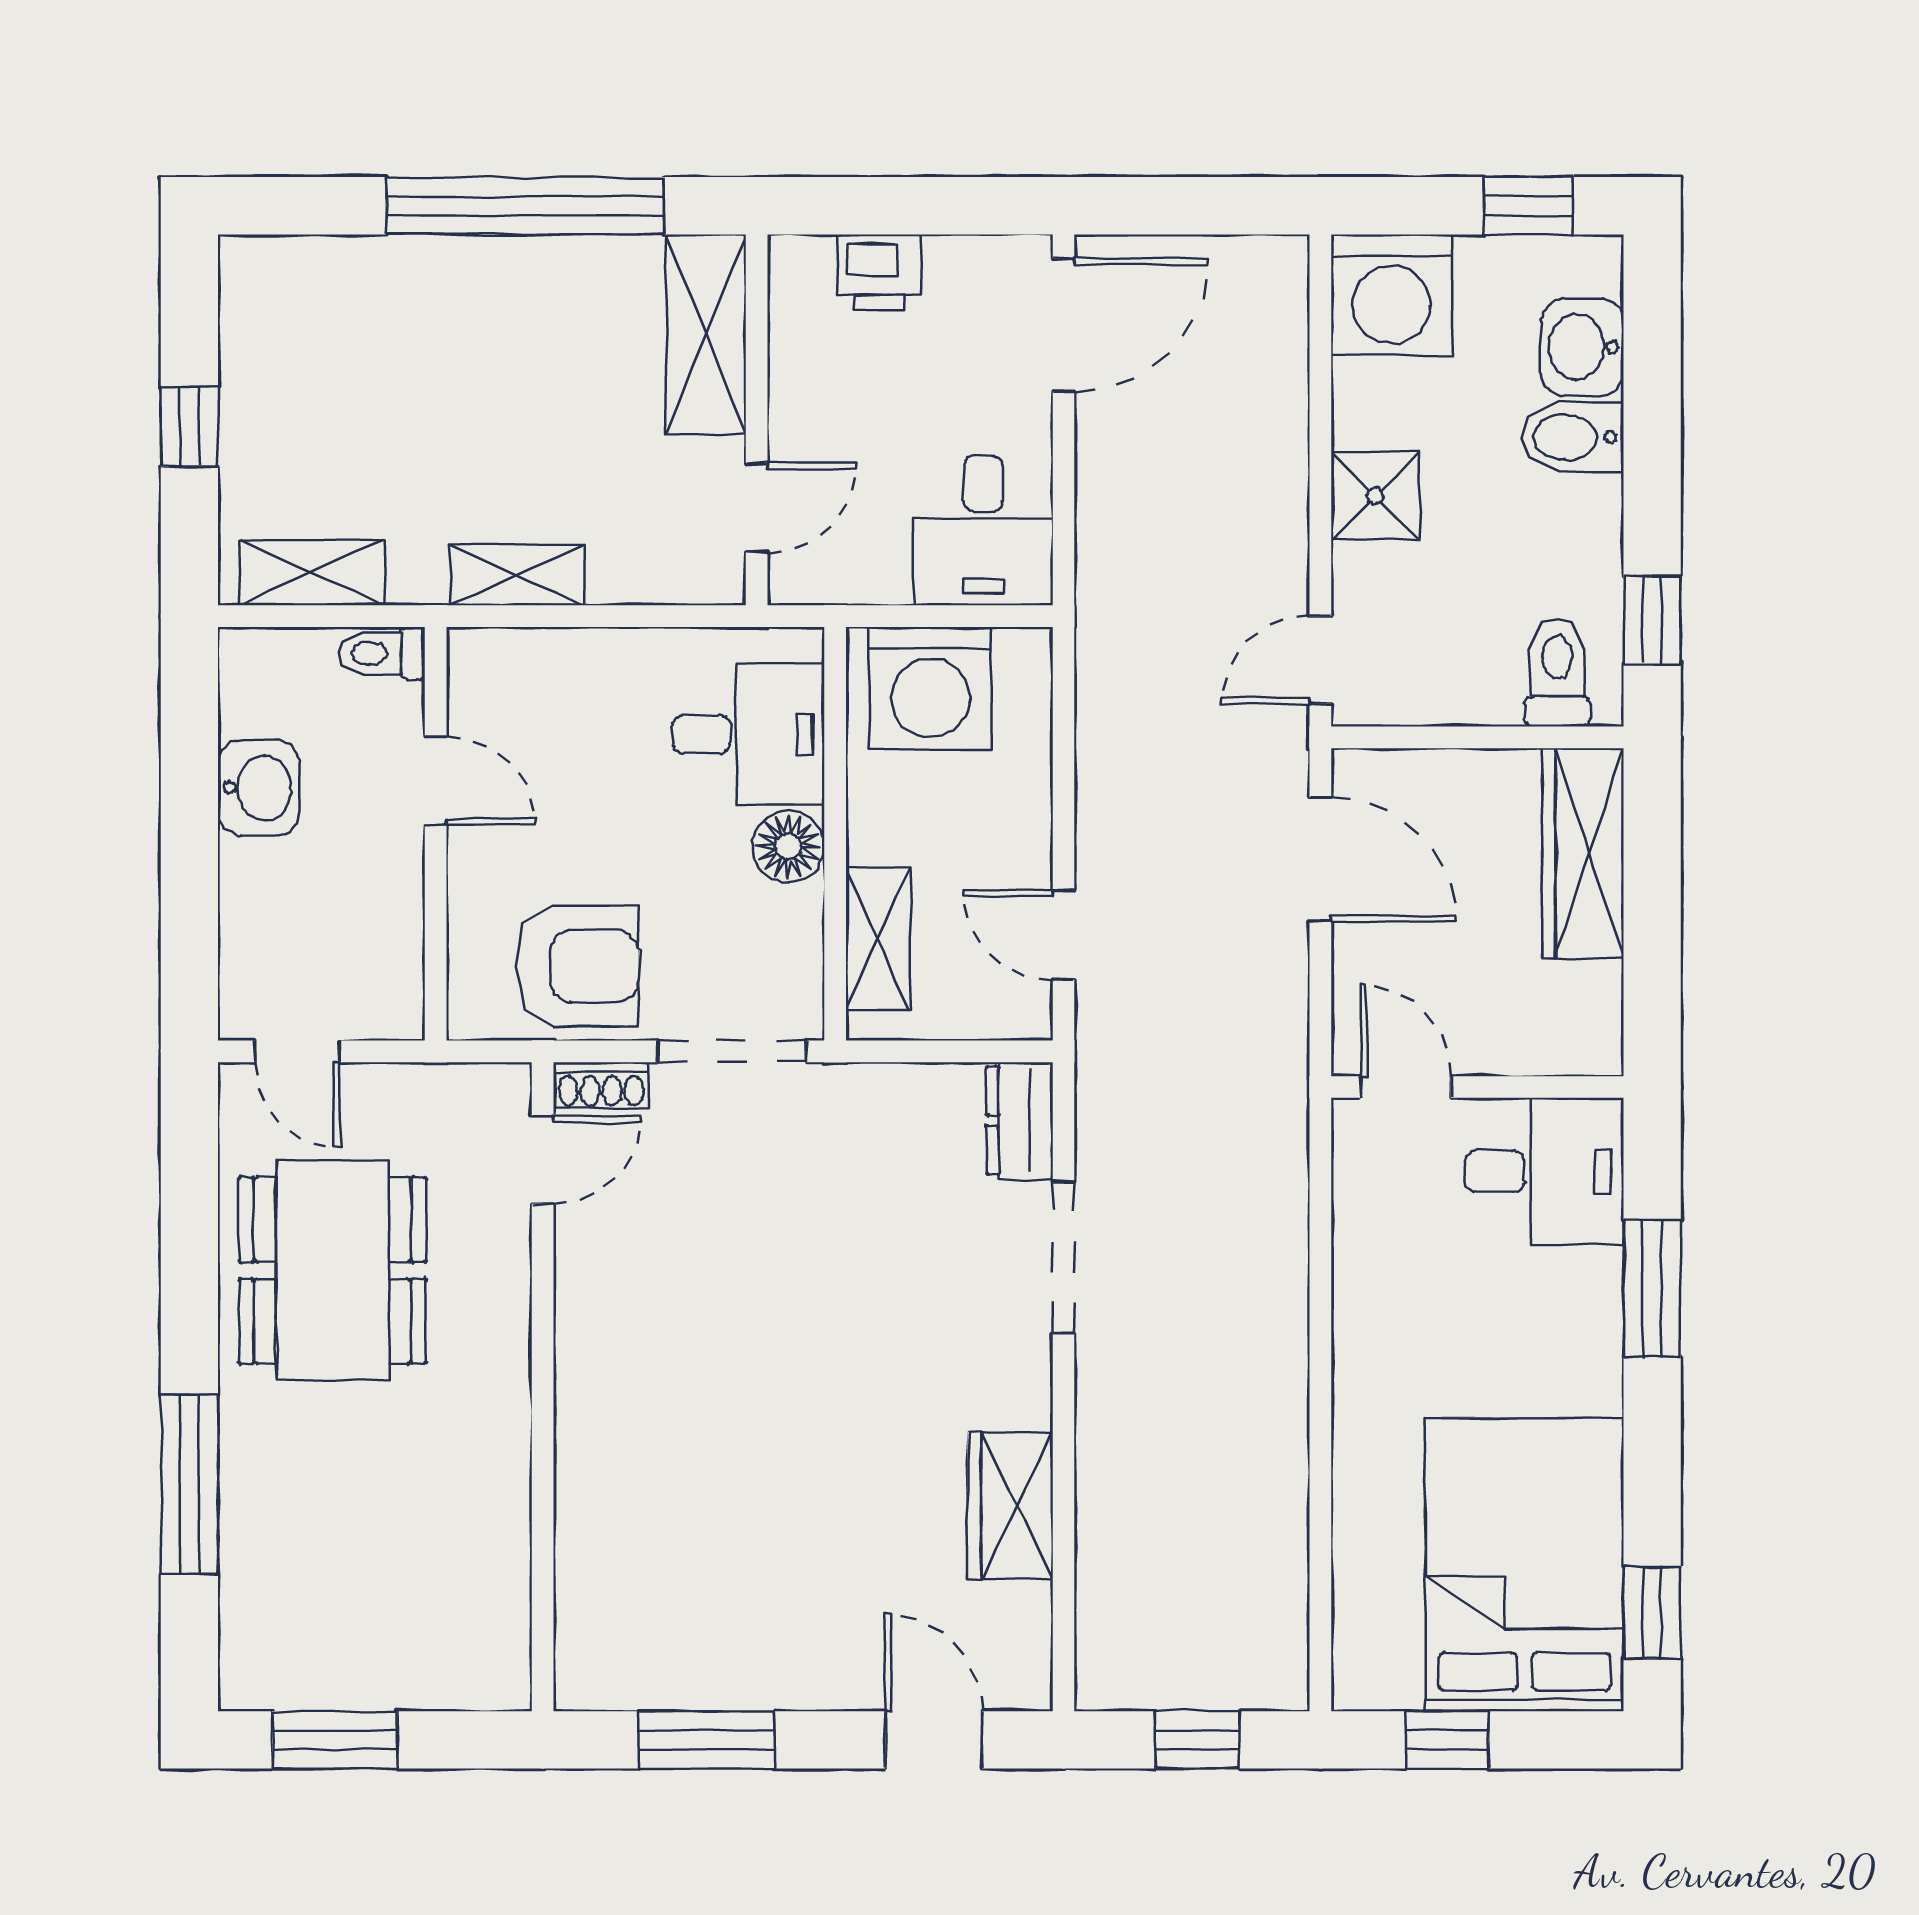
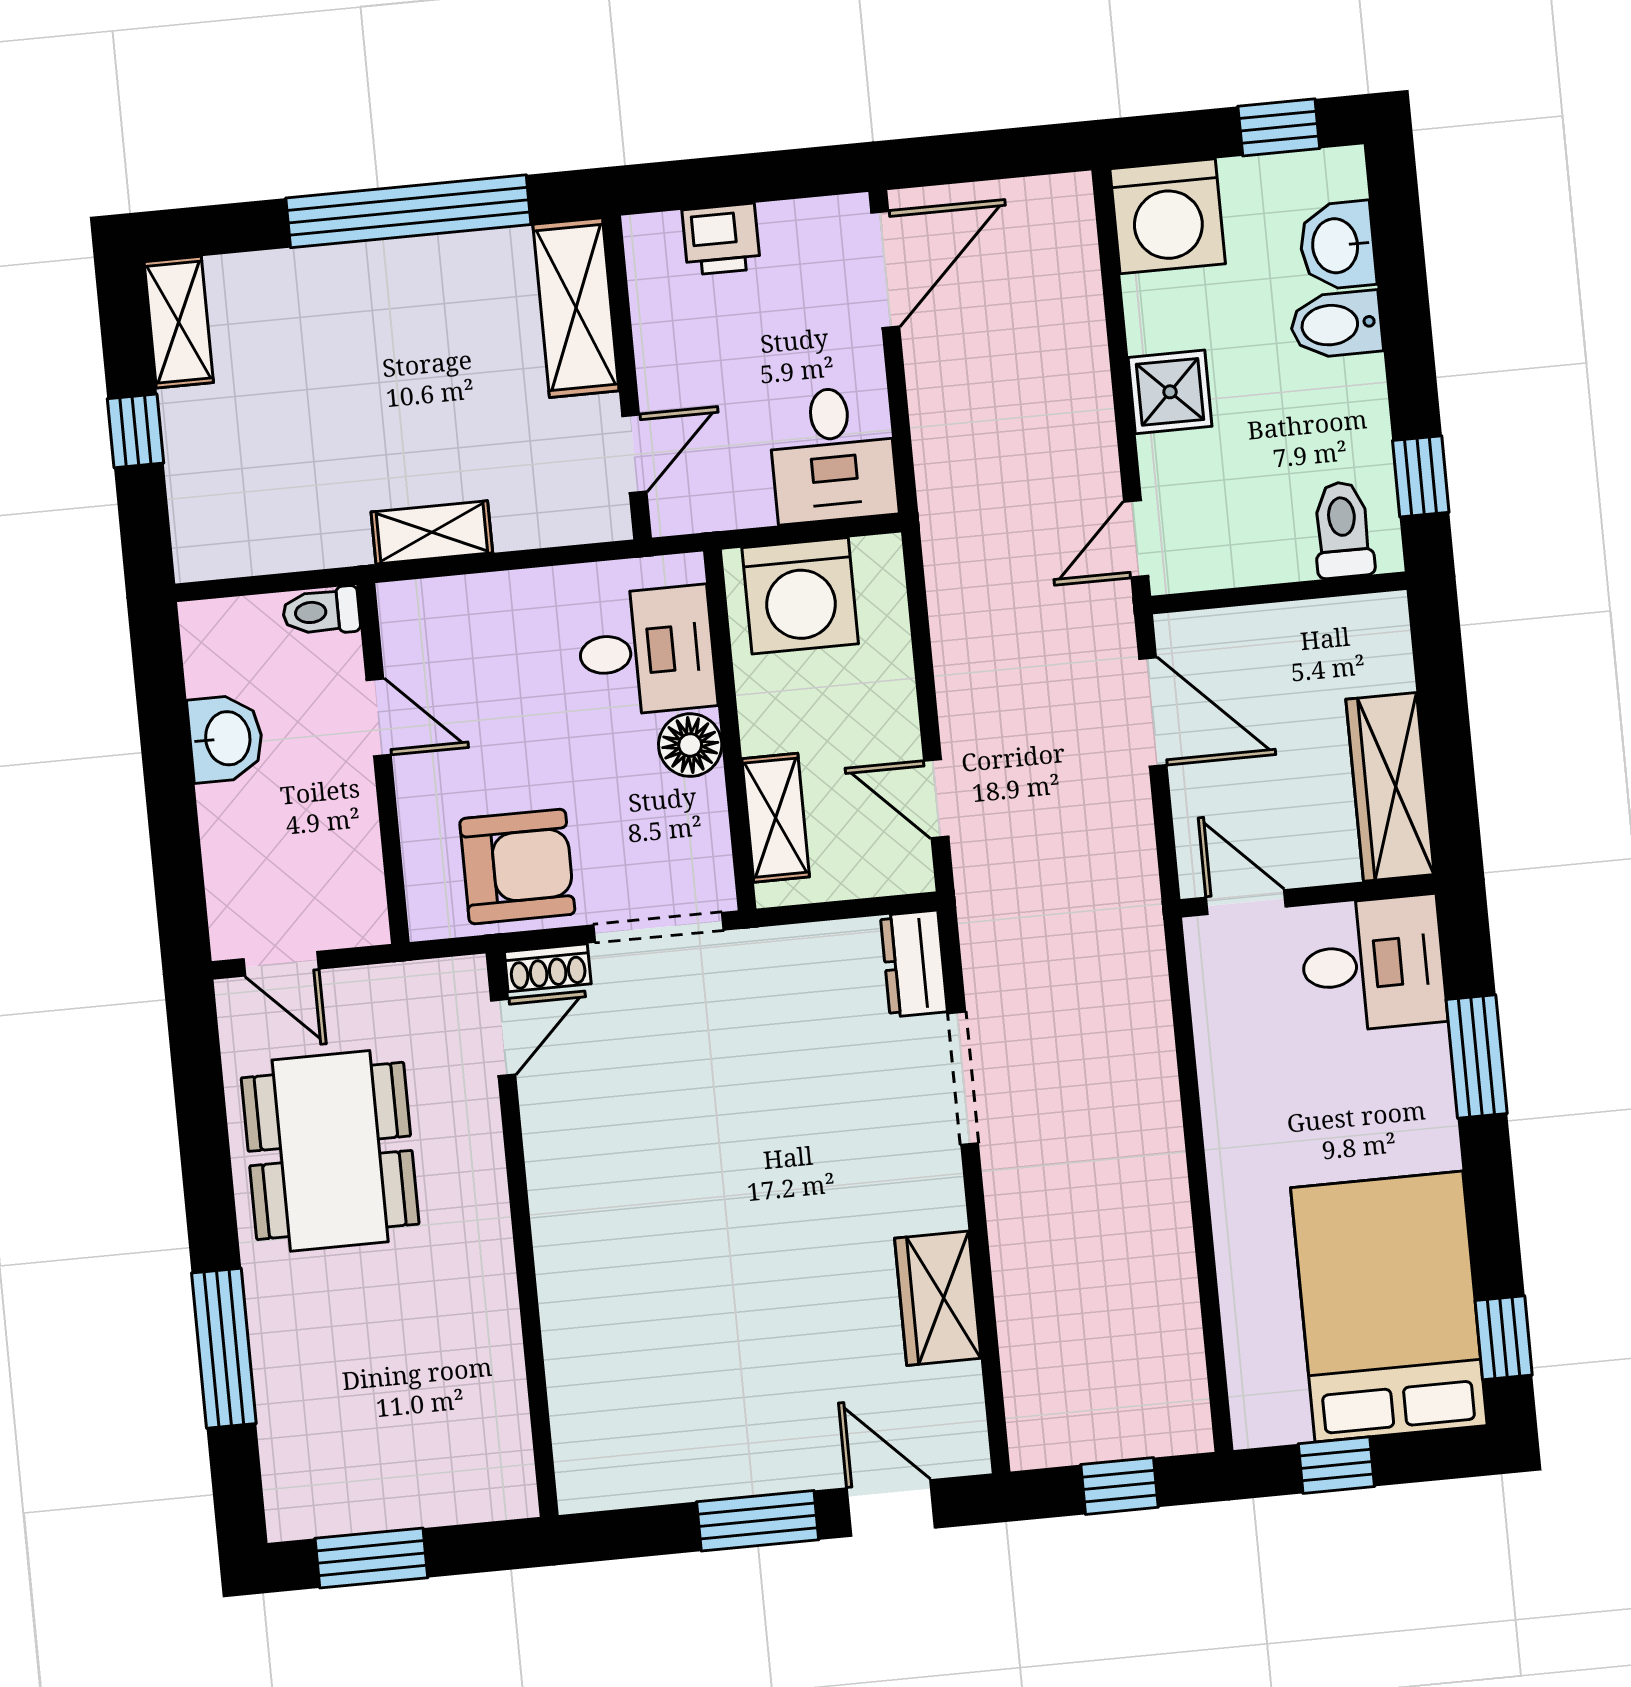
shelving: (312, 573) -> (179, 322), moved, turned 90
wardrobe: (1583, 853) -> (1390, 787), moved
window: (706, 1740) -> (758, 1521), moved

